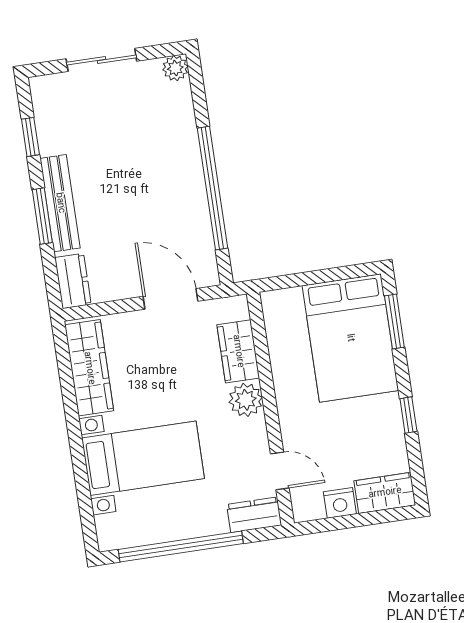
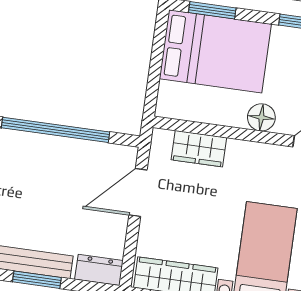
plant: (246, 400) -> (241, 154), removed
floor lamp: (293, 410) -> (261, 117), added

